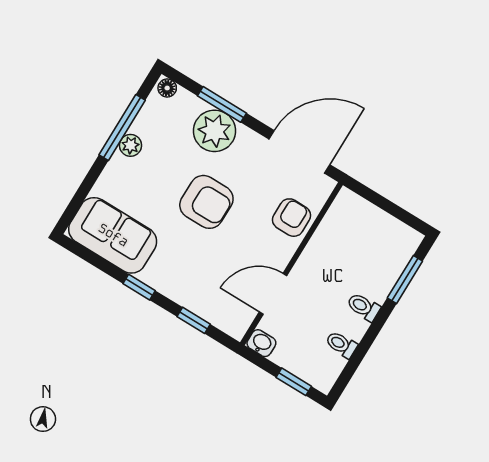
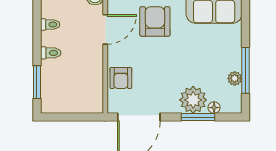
floor lamp: (167, 88) -> (214, 108), moved
plant: (131, 145) -> (235, 78), moved
armchair: (206, 202) -> (155, 21), moved, turned 90

